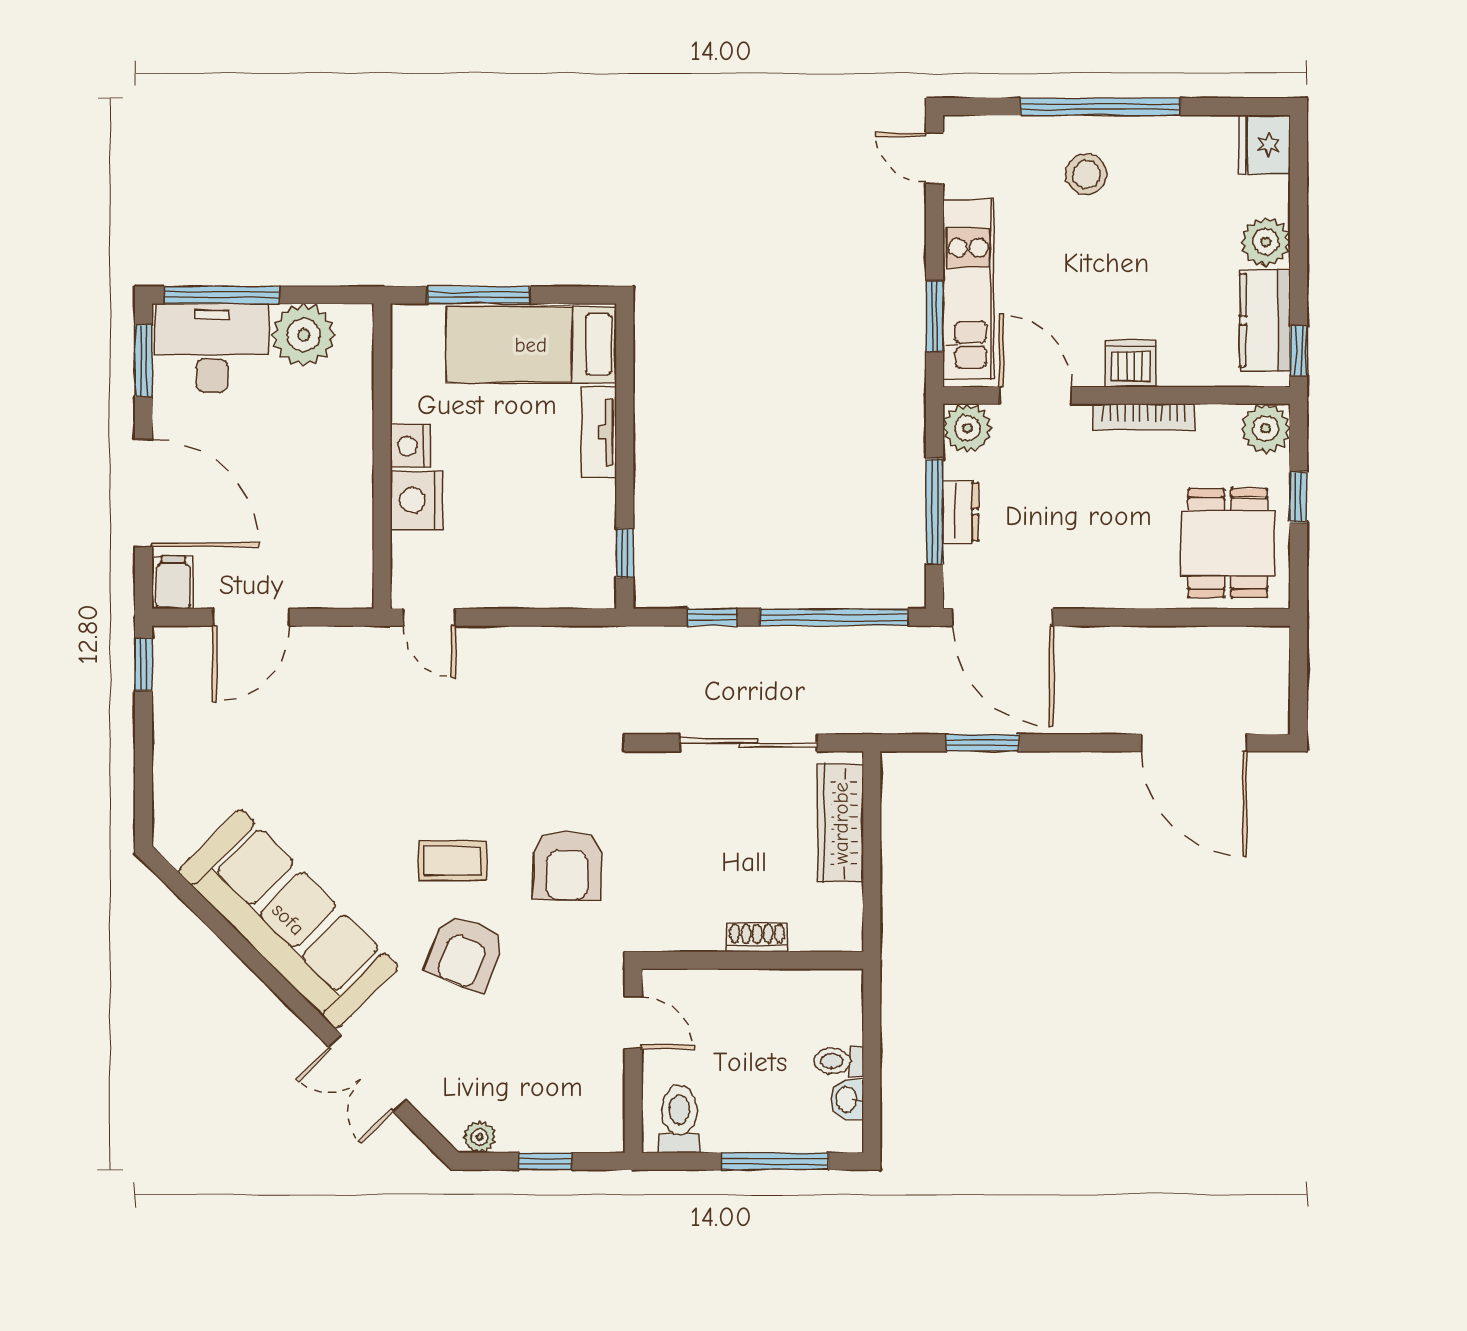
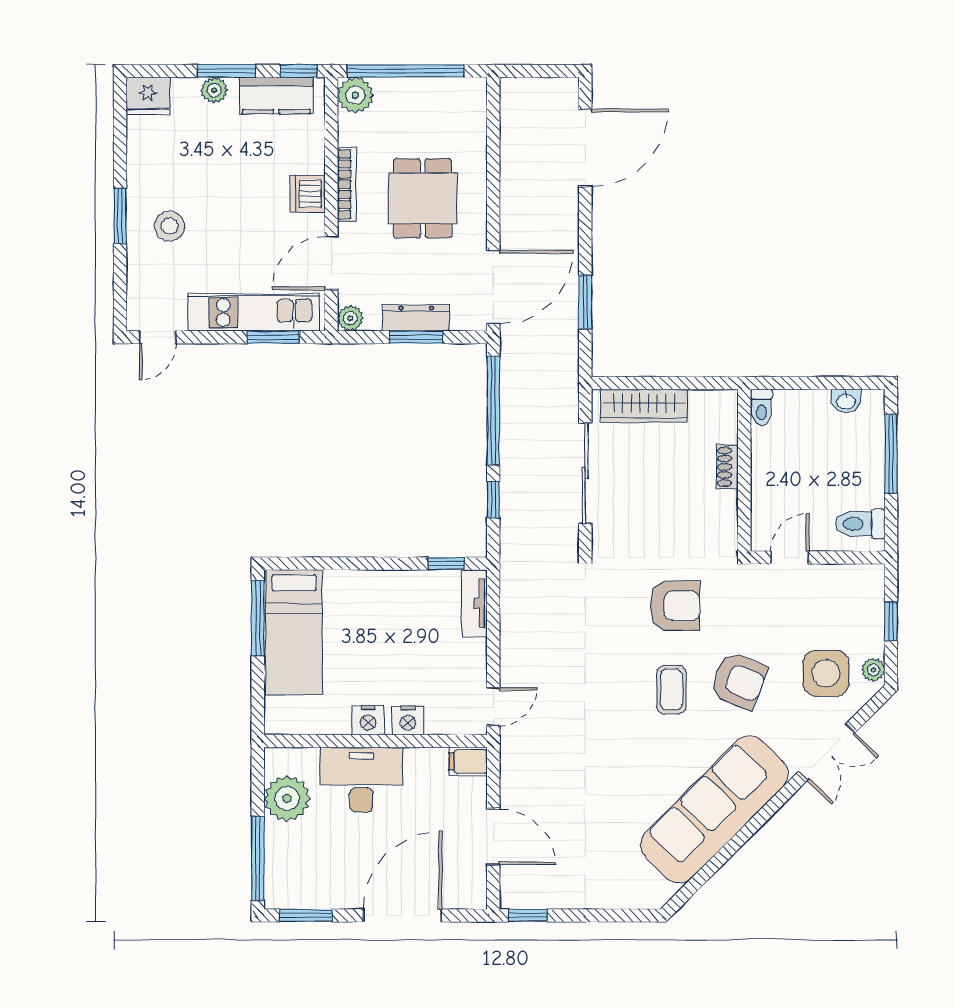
window: (1100, 107) -> (120, 216), width x0.47
plant: (1266, 242) -> (214, 90), width x0.73, depth x0.73
window: (1299, 252) -> (226, 71), added
window: (479, 295) -> (258, 618), moved
desk: (212, 348) -> (361, 780), moved, turned 90
plant: (967, 428) -> (350, 318), width x0.73, depth x0.73
tv unit: (599, 432) -> (474, 603), moved, turned 90
window: (1299, 497) -> (406, 71), width x3.17
nightstand: (417, 500) -> (408, 720), width x0.74, depth x0.75
window: (935, 511) -> (416, 337), width x0.69
dresser: (961, 512) -> (416, 318), width x1.44
dining table: (1228, 543) -> (423, 198), moved, turned 90
filing cabinet: (173, 583) -> (468, 762), moved
toilet: (839, 1061) -> (761, 407), moved
side table: (475, 1072) -> (826, 673), added

